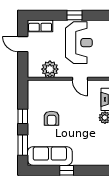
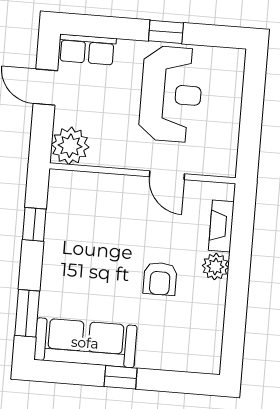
plant: (50, 69) -> (70, 146), moved
window: (23, 116) -> (34, 224), moved
armchair: (52, 118) -> (160, 279), moved

